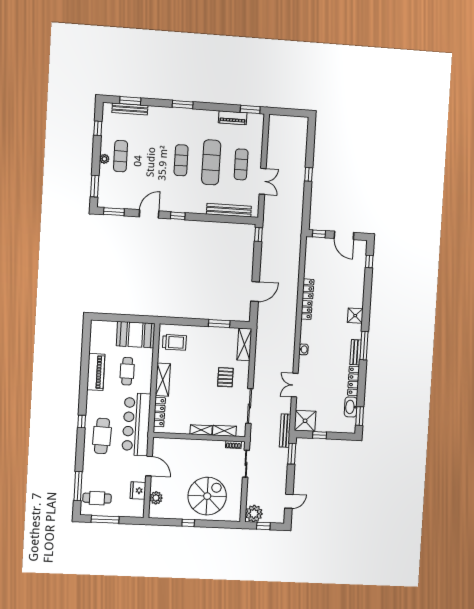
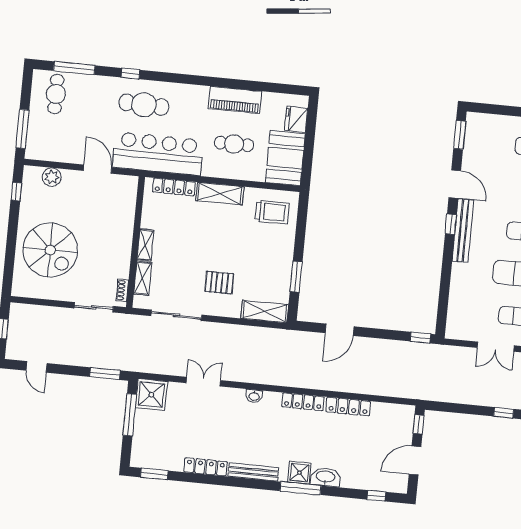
window: (95, 186) -> (496, 110), removed
bench: (229, 210) -> (463, 231), moved
locker: (308, 289) -> (348, 407), width x1.53
door: (255, 291) -> (340, 330), hinge flipped
locker: (306, 310) -> (303, 402), width x1.53
trolley: (174, 342) -> (272, 212), turned -90
window: (364, 346) -> (301, 488), moved
bench: (356, 352) -> (253, 472), width x1.36
washbasin: (351, 407) -> (326, 477), moved
window: (82, 421) -> (130, 74), moved
bench: (285, 431) -> (139, 365), removed
window: (320, 435) -> (130, 415), width x2.17
door: (149, 466) -> (98, 169), swing flipped
fridge: (138, 490) -> (296, 119), moved, turned -90
plant: (254, 514) -> (21, 316), removed
window: (105, 519) -> (22, 129), moved
window: (188, 523) -> (16, 191), moved

